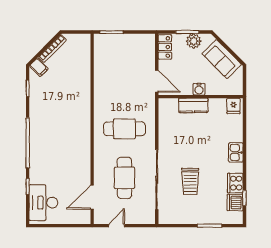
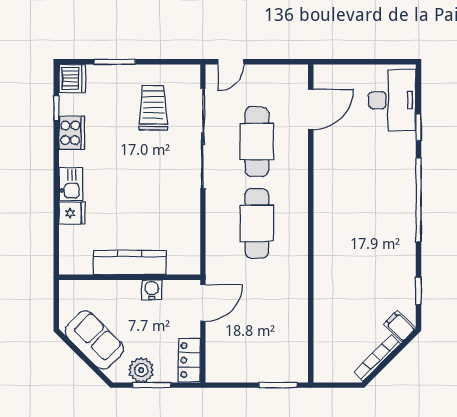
door: (157, 81) -> (203, 303), swing flipped
water cooler: (199, 89) -> (152, 290), moved
kitchen counter: (193, 105) -> (130, 263), width x1.50
fridge: (233, 106) -> (72, 213), moved, turned 90
cafe table: (124, 129) -> (257, 223), turned 90
trolley: (190, 181) -> (153, 108), moved
dishwasher: (235, 202) -> (72, 78), moved
door: (117, 226) -> (231, 62), moved

